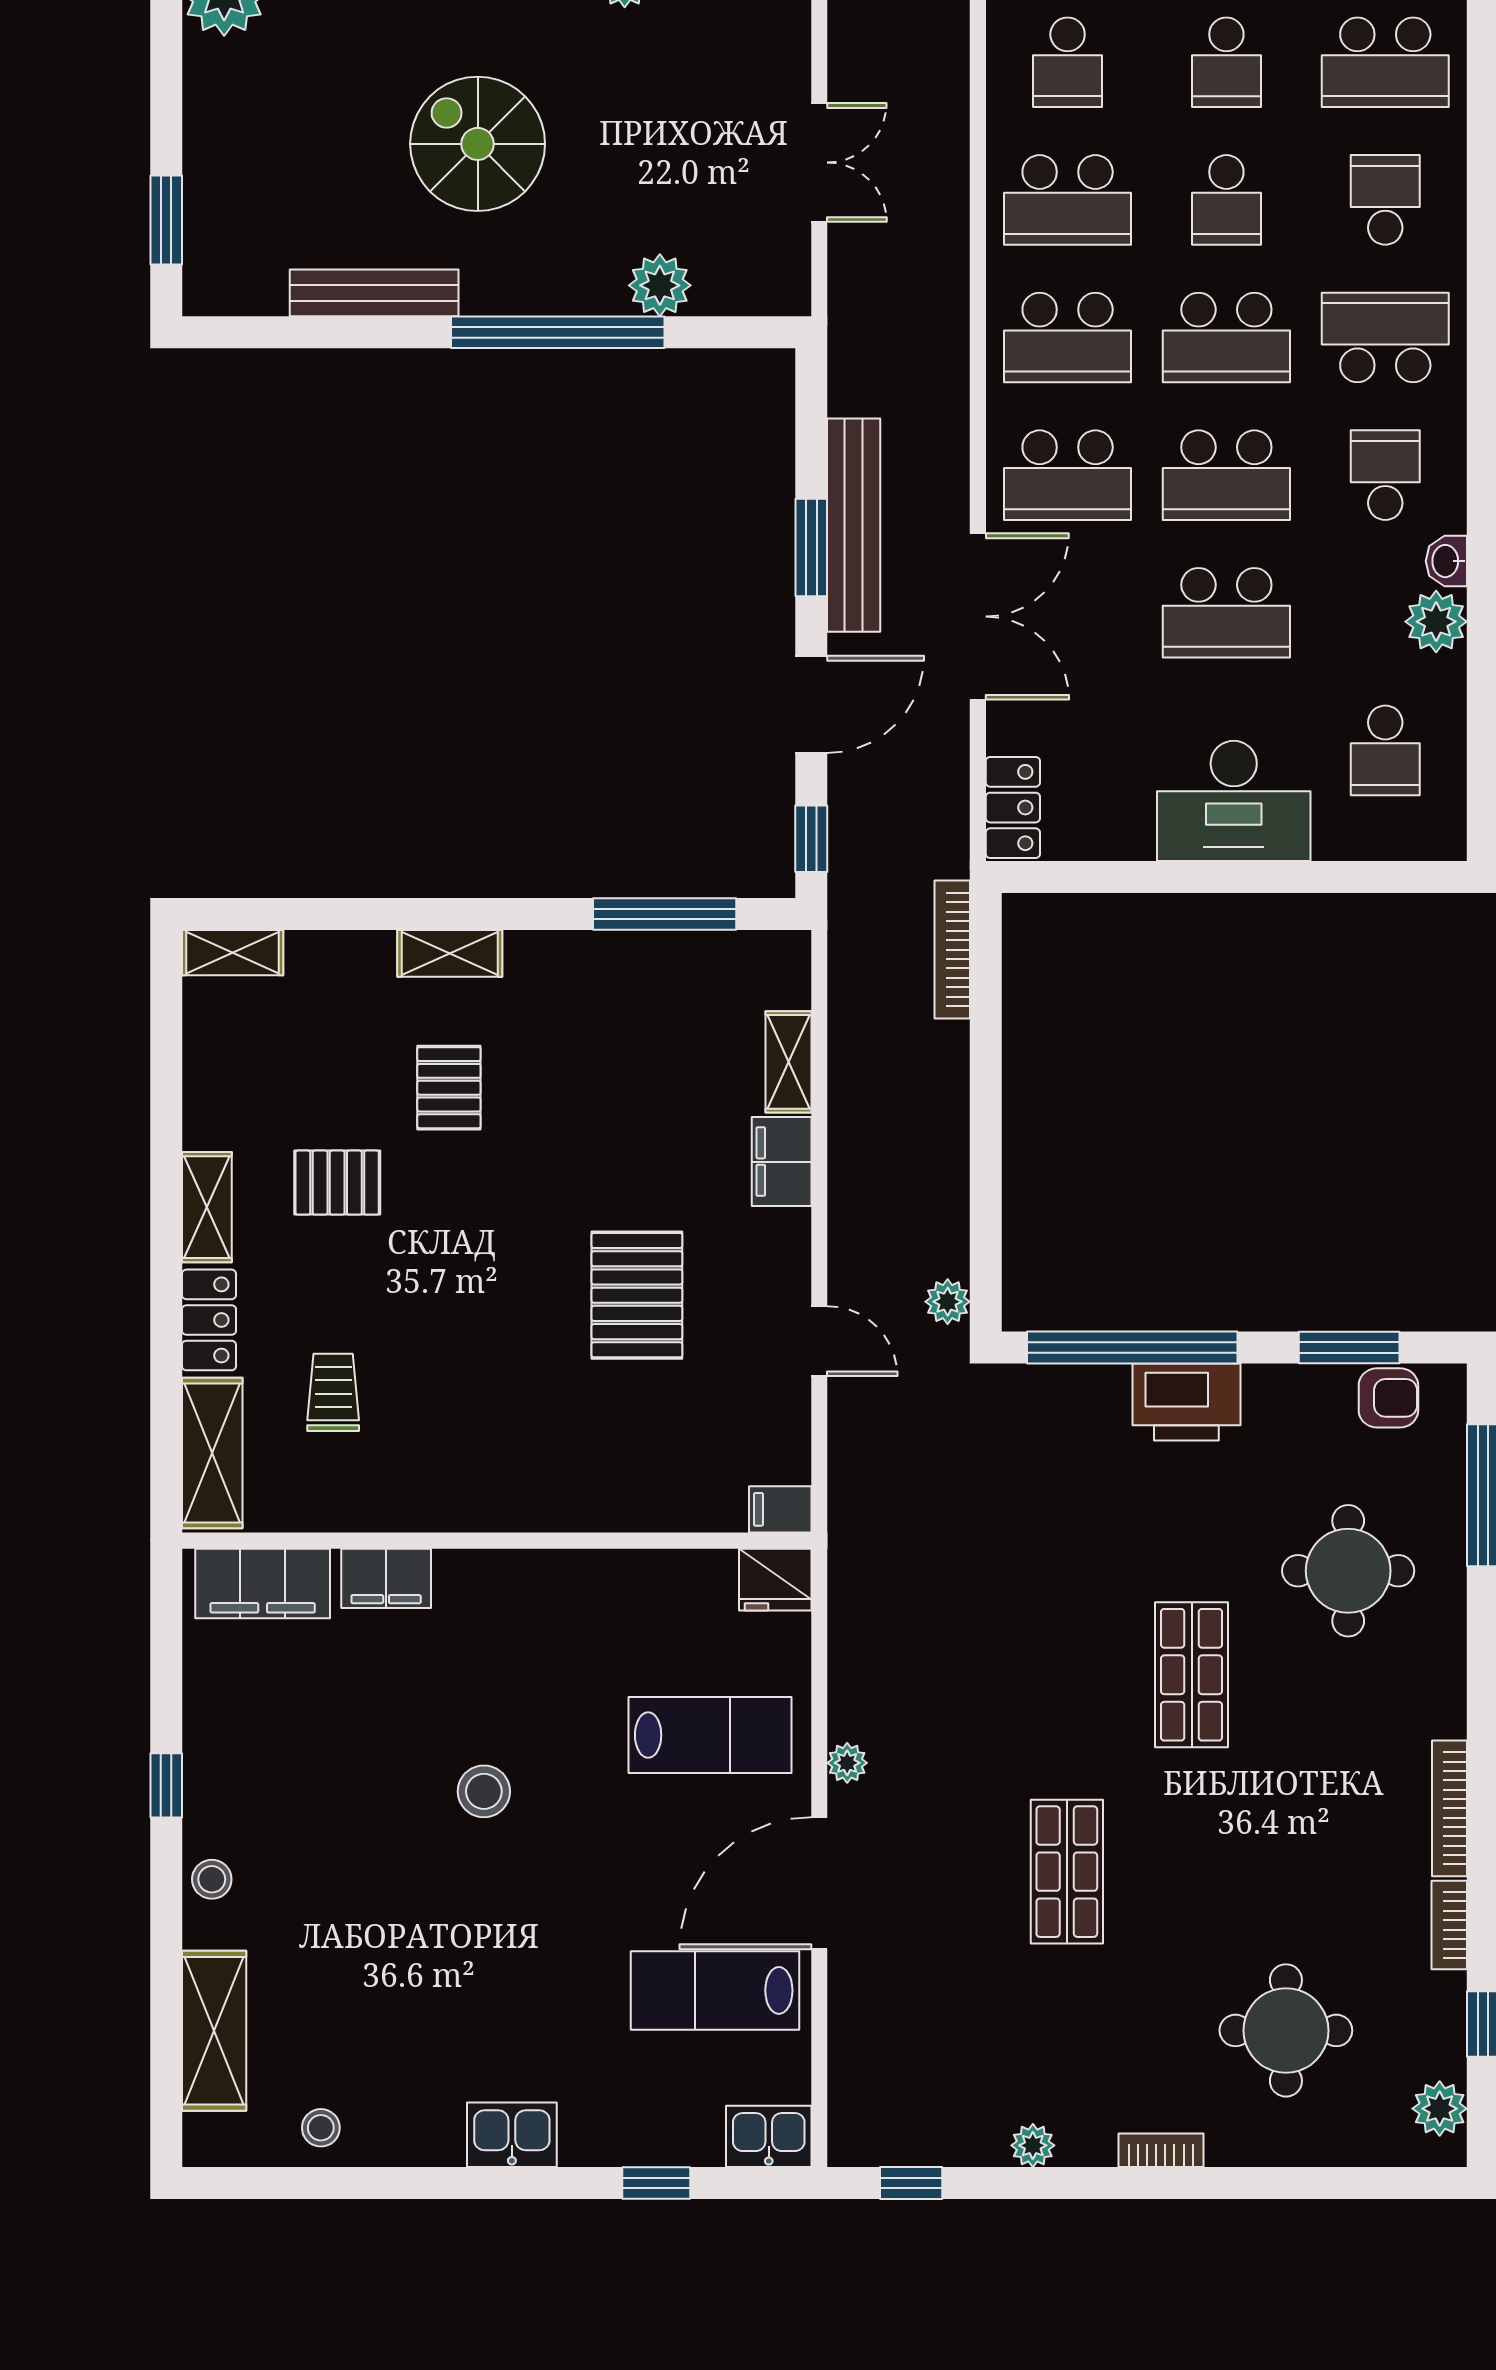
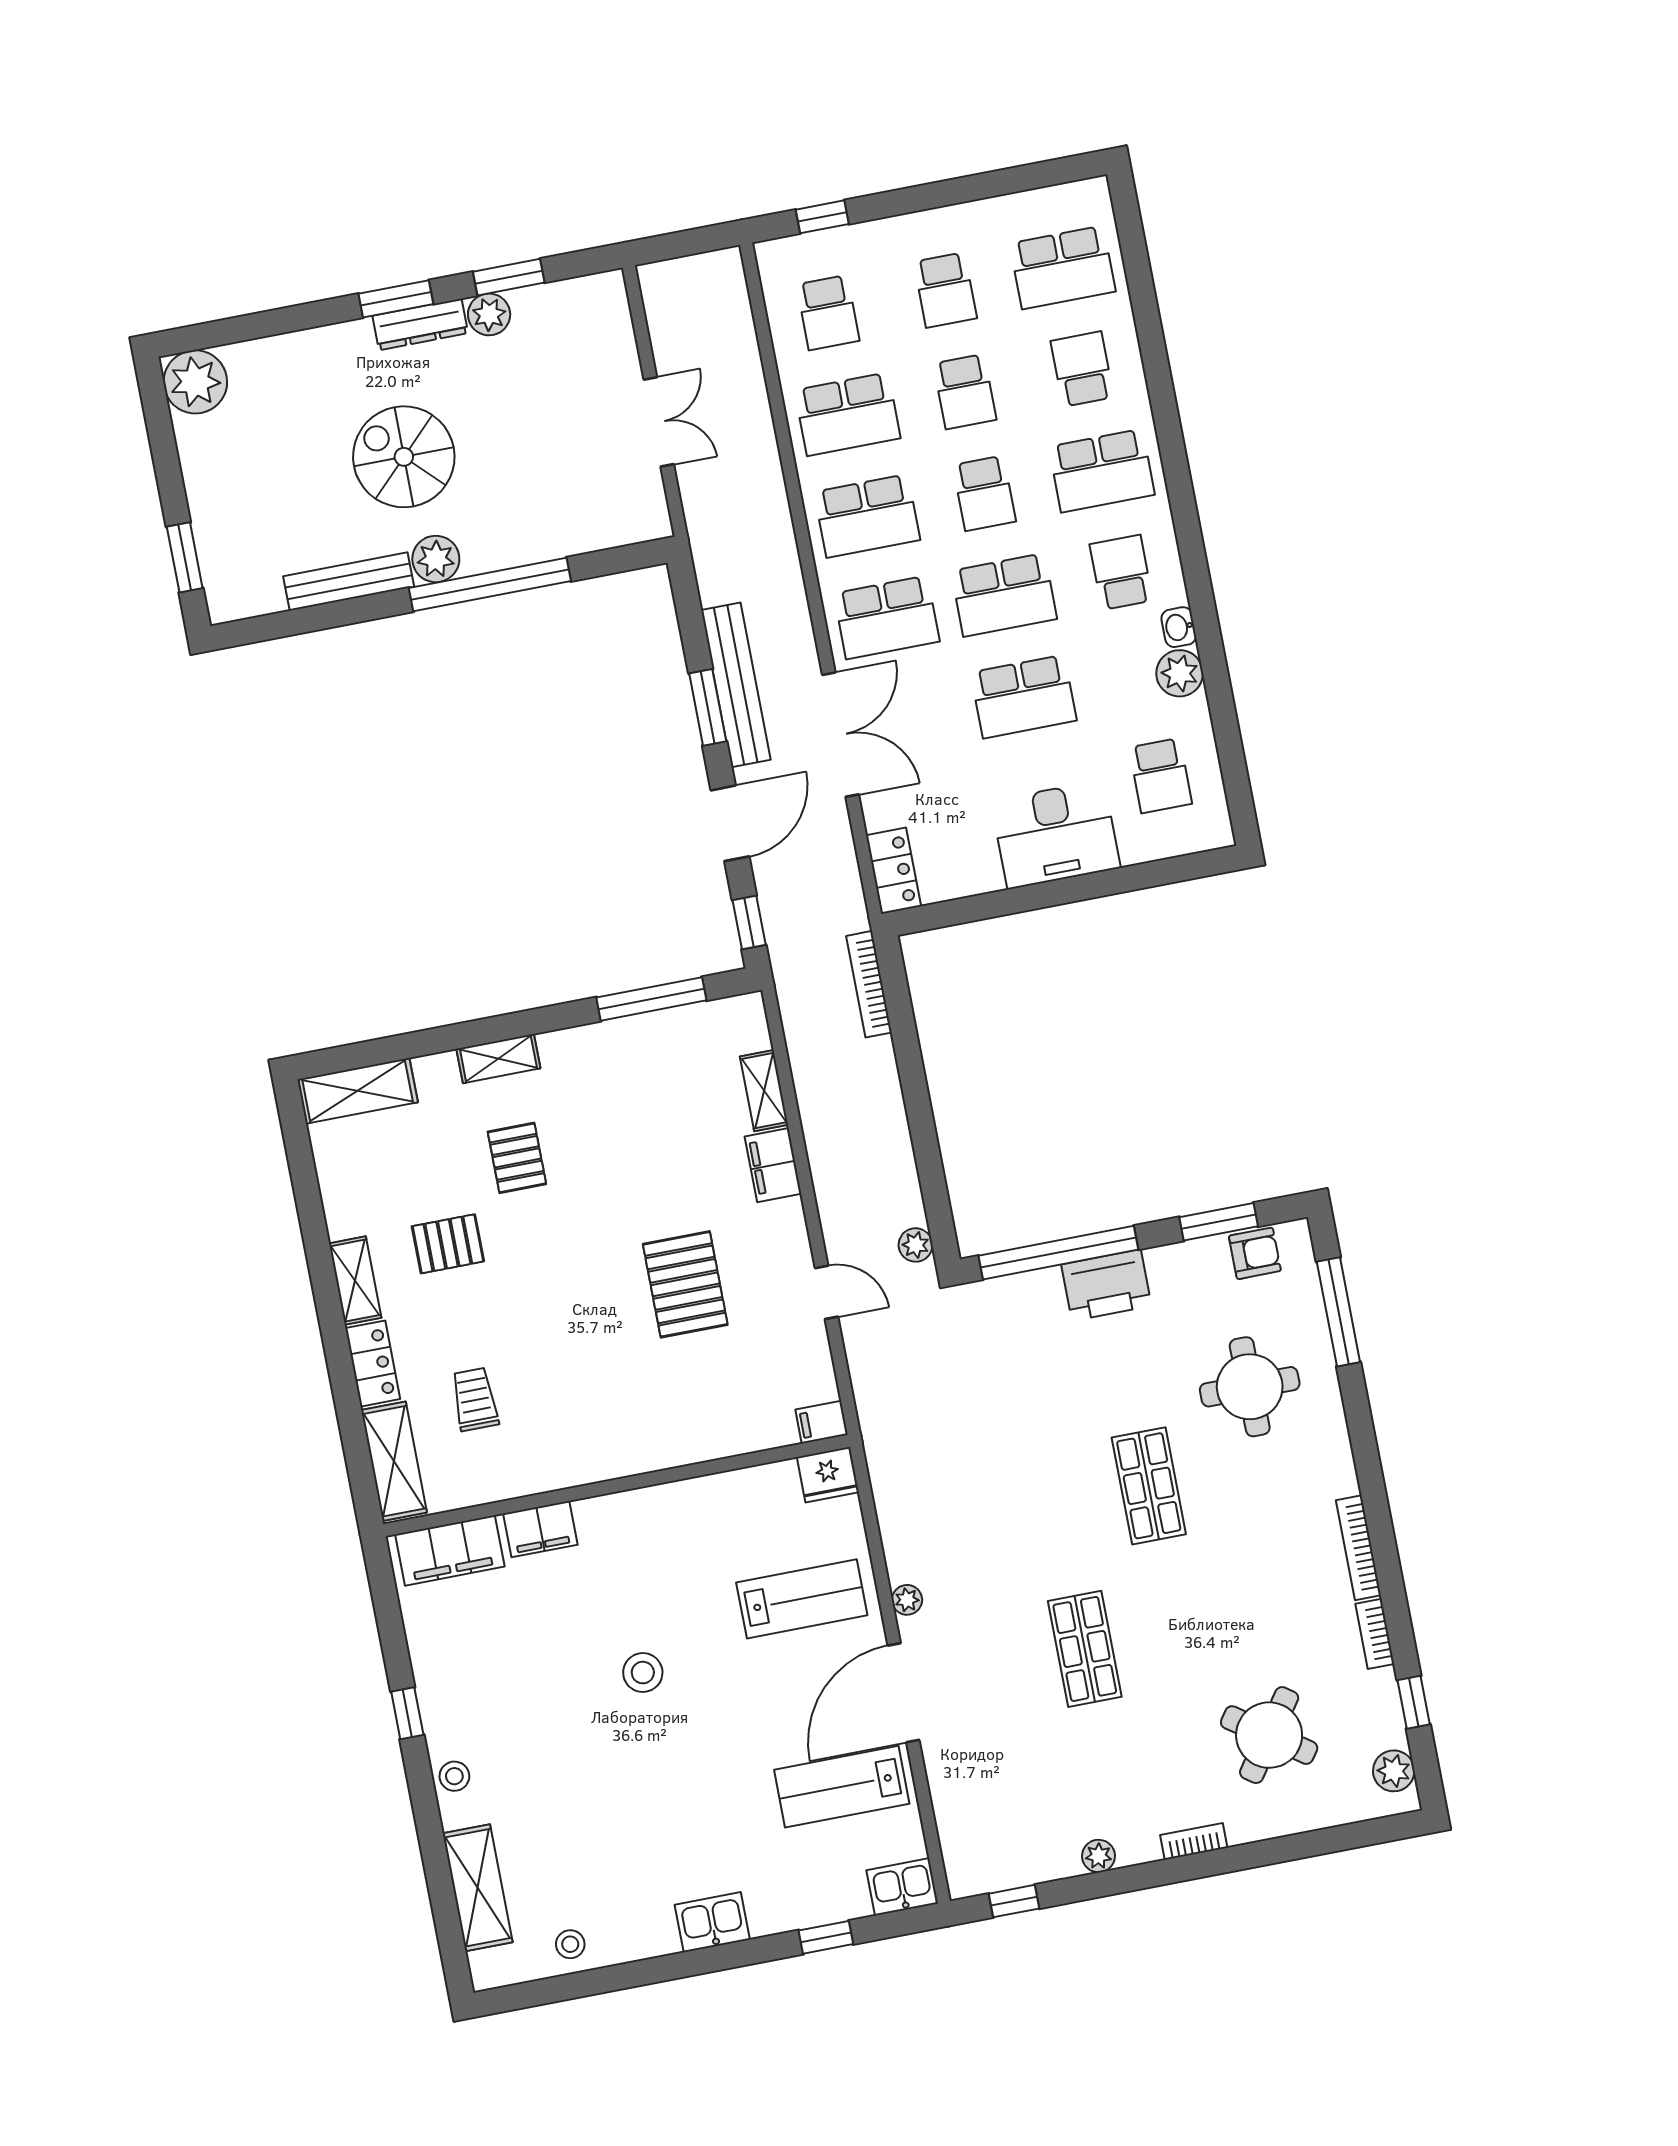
plant: (660, 285) -> (436, 559), moved
school desk: (1226, 337) -> (984, 493), width x0.54
school desk: (1385, 337) -> (1102, 471), turned 180
shelving: (233, 953) -> (358, 1091), width x1.50, depth x1.33
round table: (1286, 2030) -> (1269, 1735), turned 35

